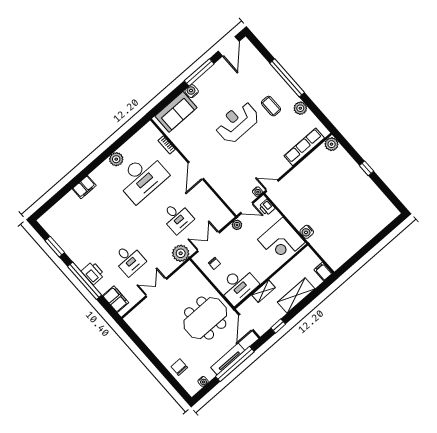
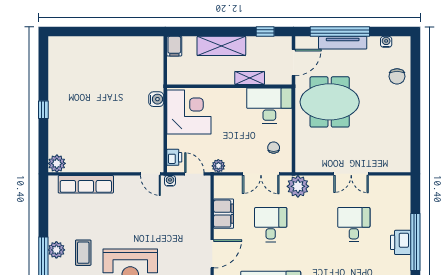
plant: (300, 108) -> (56, 250), moved
filing cabinet: (116, 299) -> (224, 214), moved, turned 180

